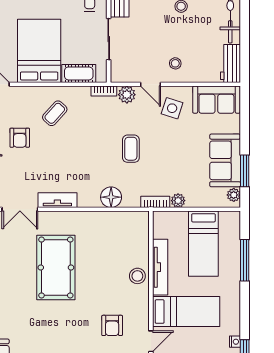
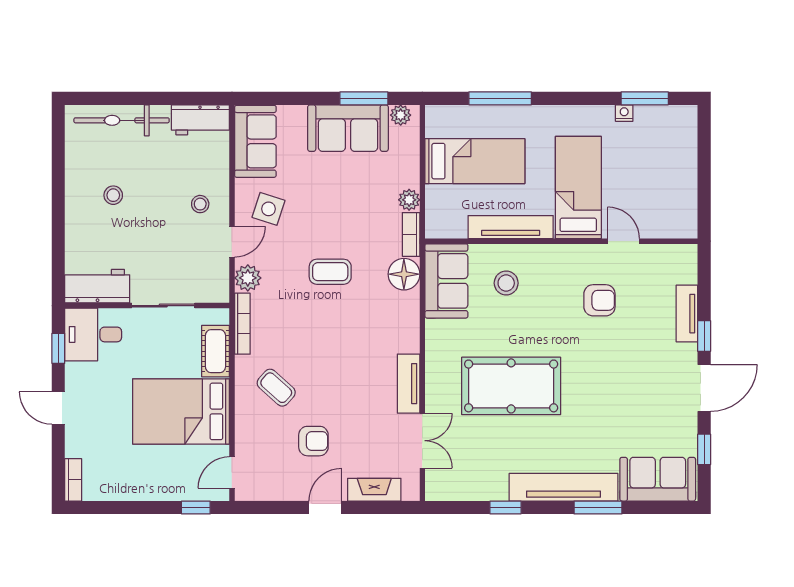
bookcase: (104, 91) -> (242, 324), width x1.56
floor lamp: (111, 197) -> (404, 274), moved
sofa: (125, 225) -> (446, 281), added
stool: (137, 276) -> (506, 283), moved

